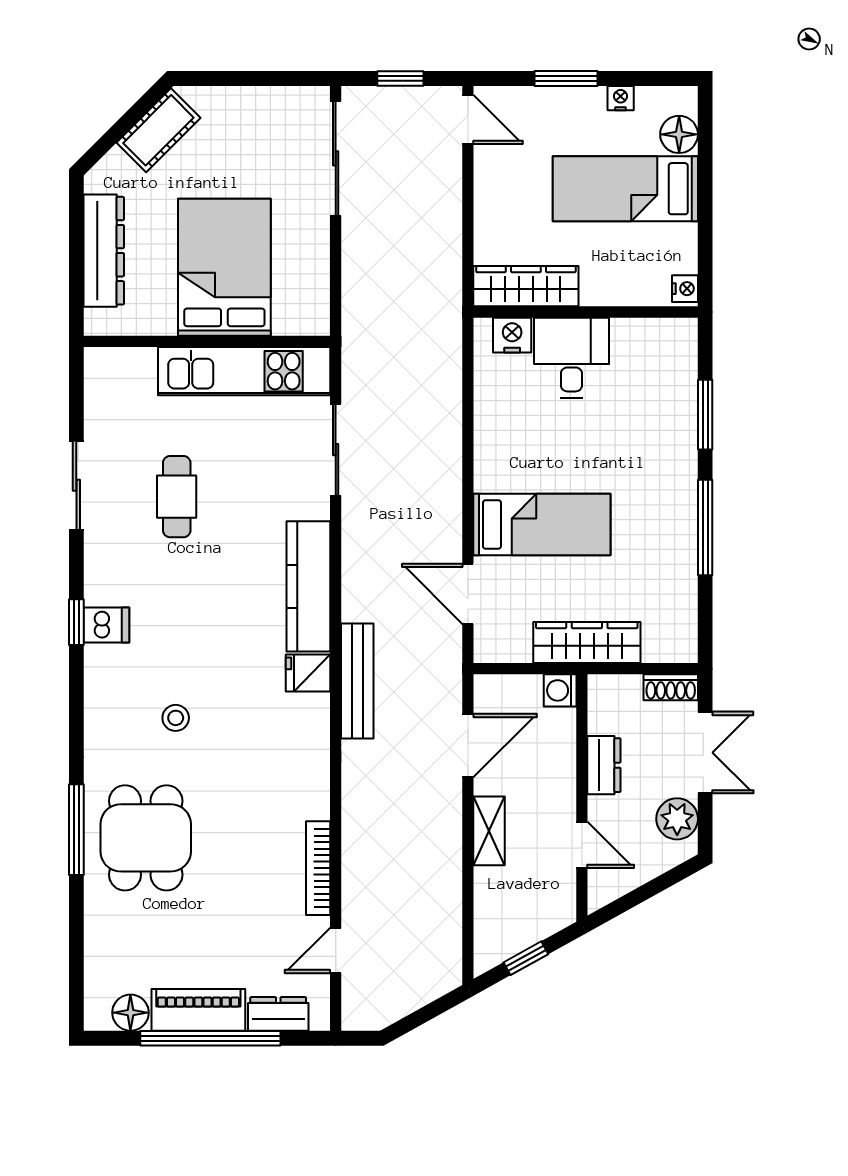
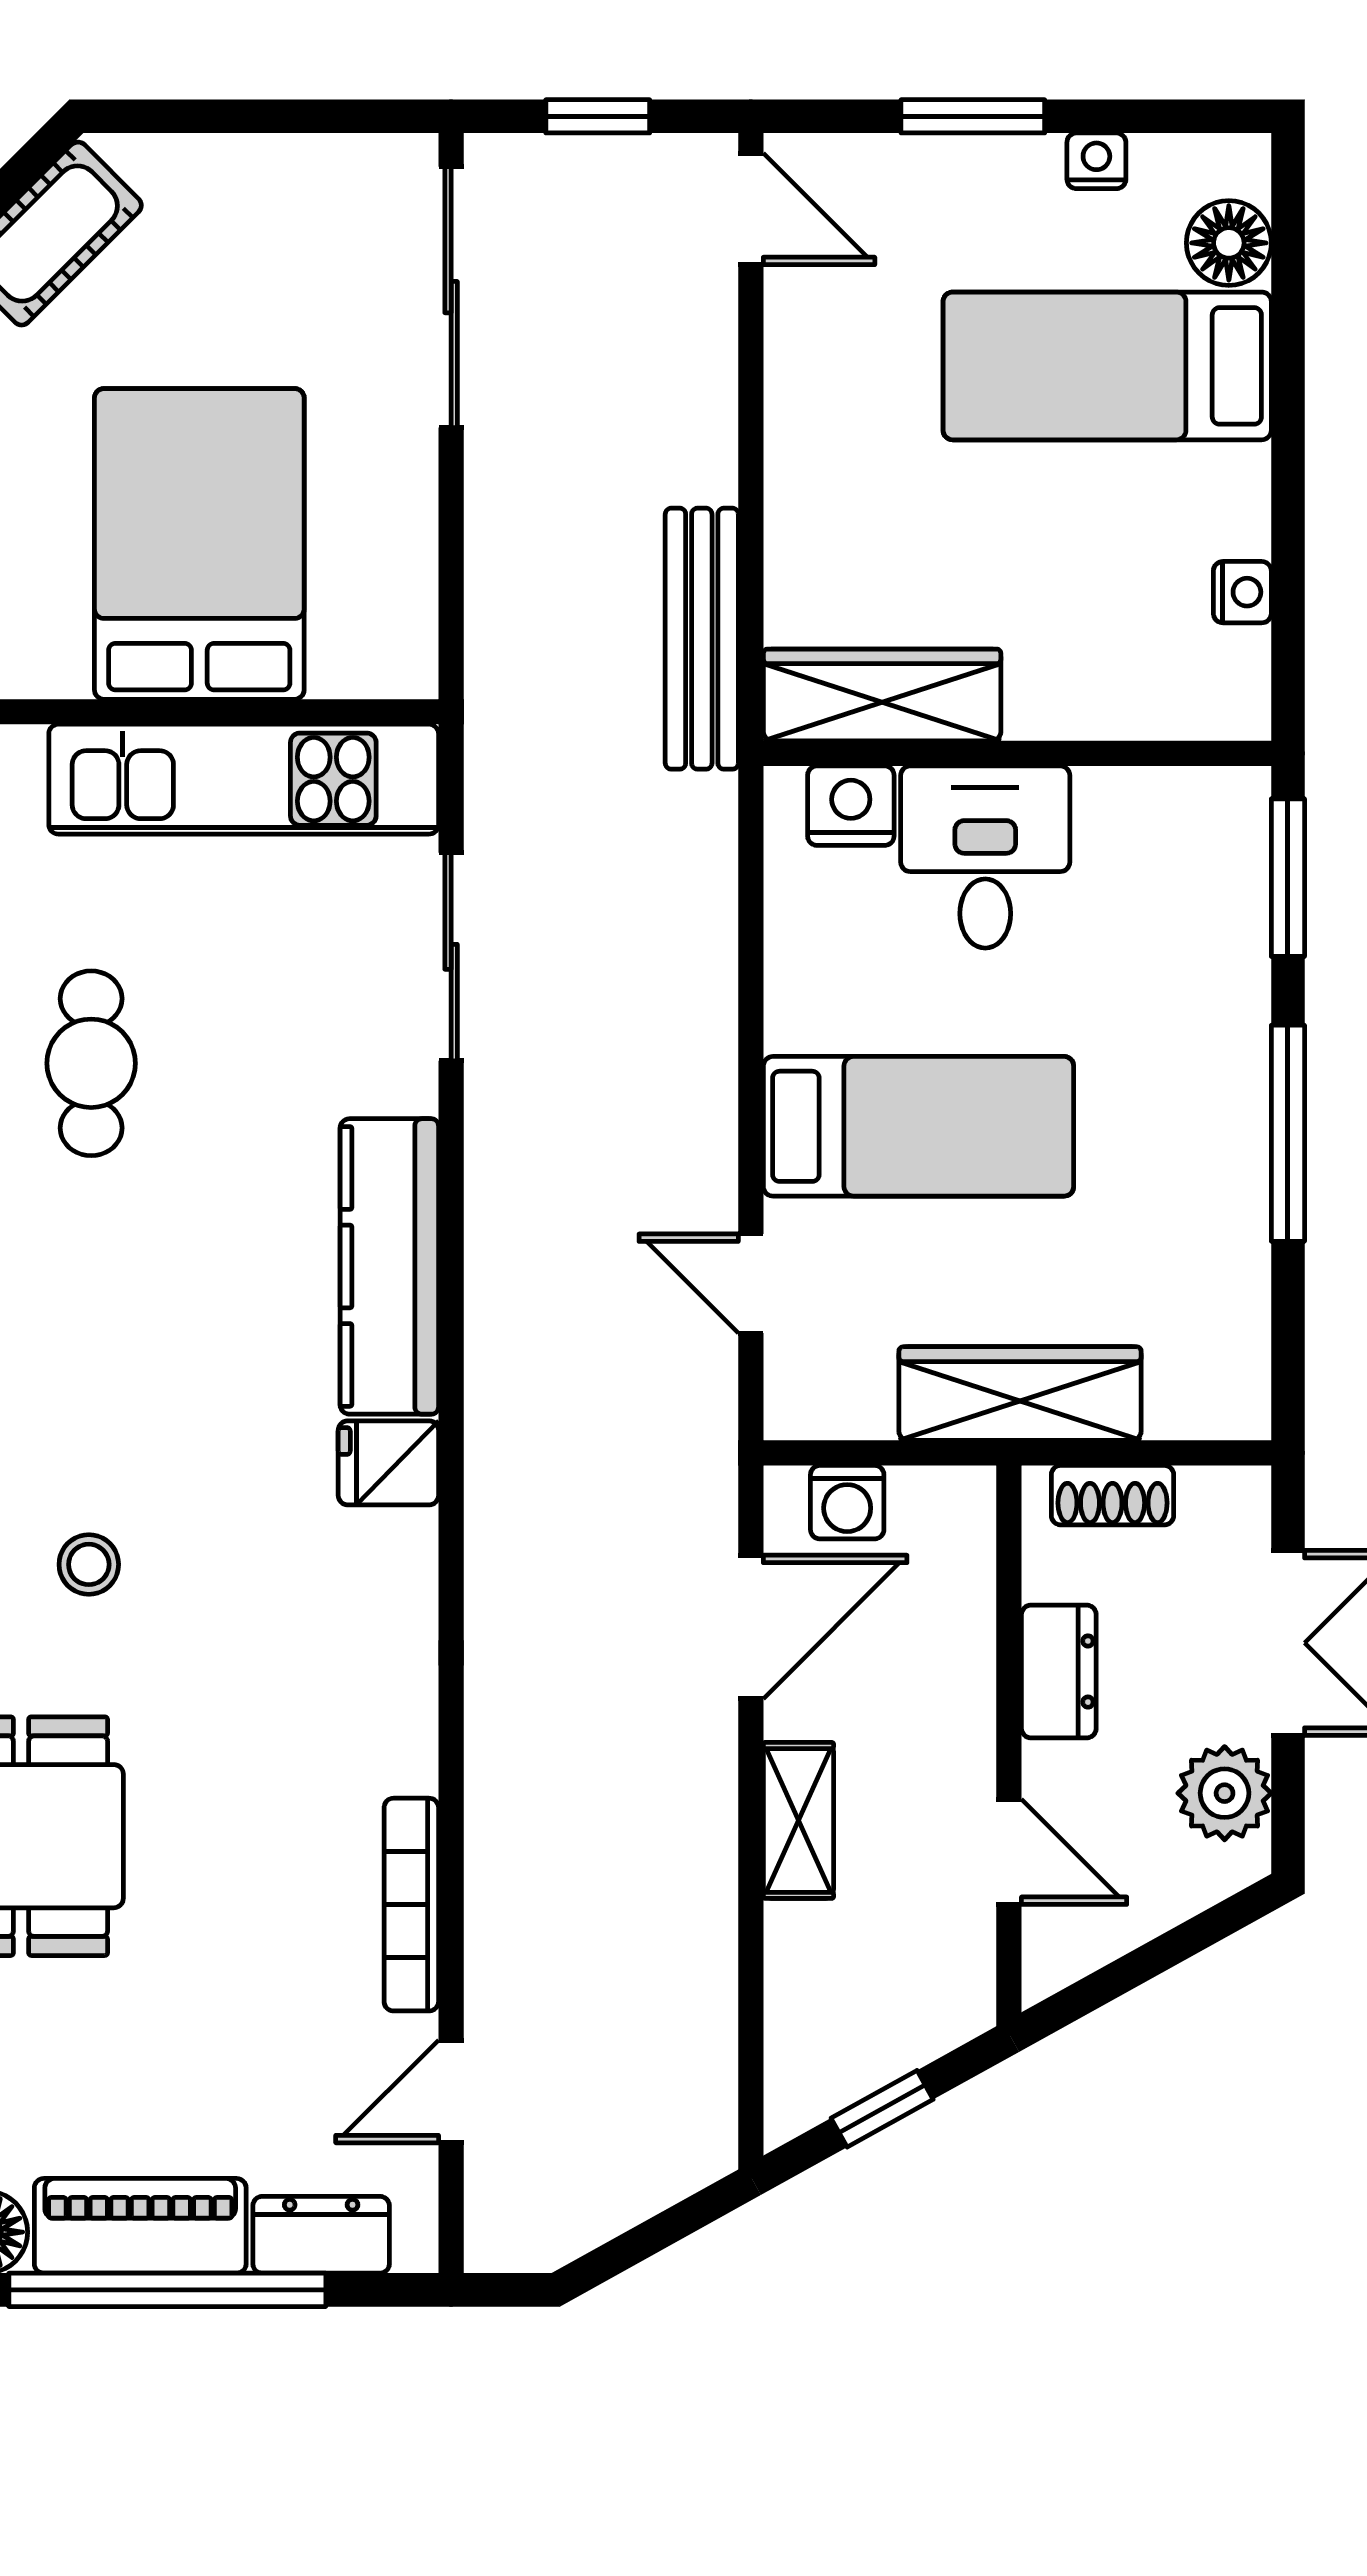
wardrobe: (526, 286) -> (882, 695), moved
wall: (586, 312) -> (1017, 753), moved
nightstand: (512, 335) -> (851, 806), moved
desk: (571, 358) -> (985, 857), moved
door: (468, 594) -> (751, 1284), width x0.73
bench: (357, 681) -> (702, 639), moved
shoe rack: (671, 687) -> (1113, 1495), moved
washing machine: (560, 690) -> (847, 1502), moved, turned -90

